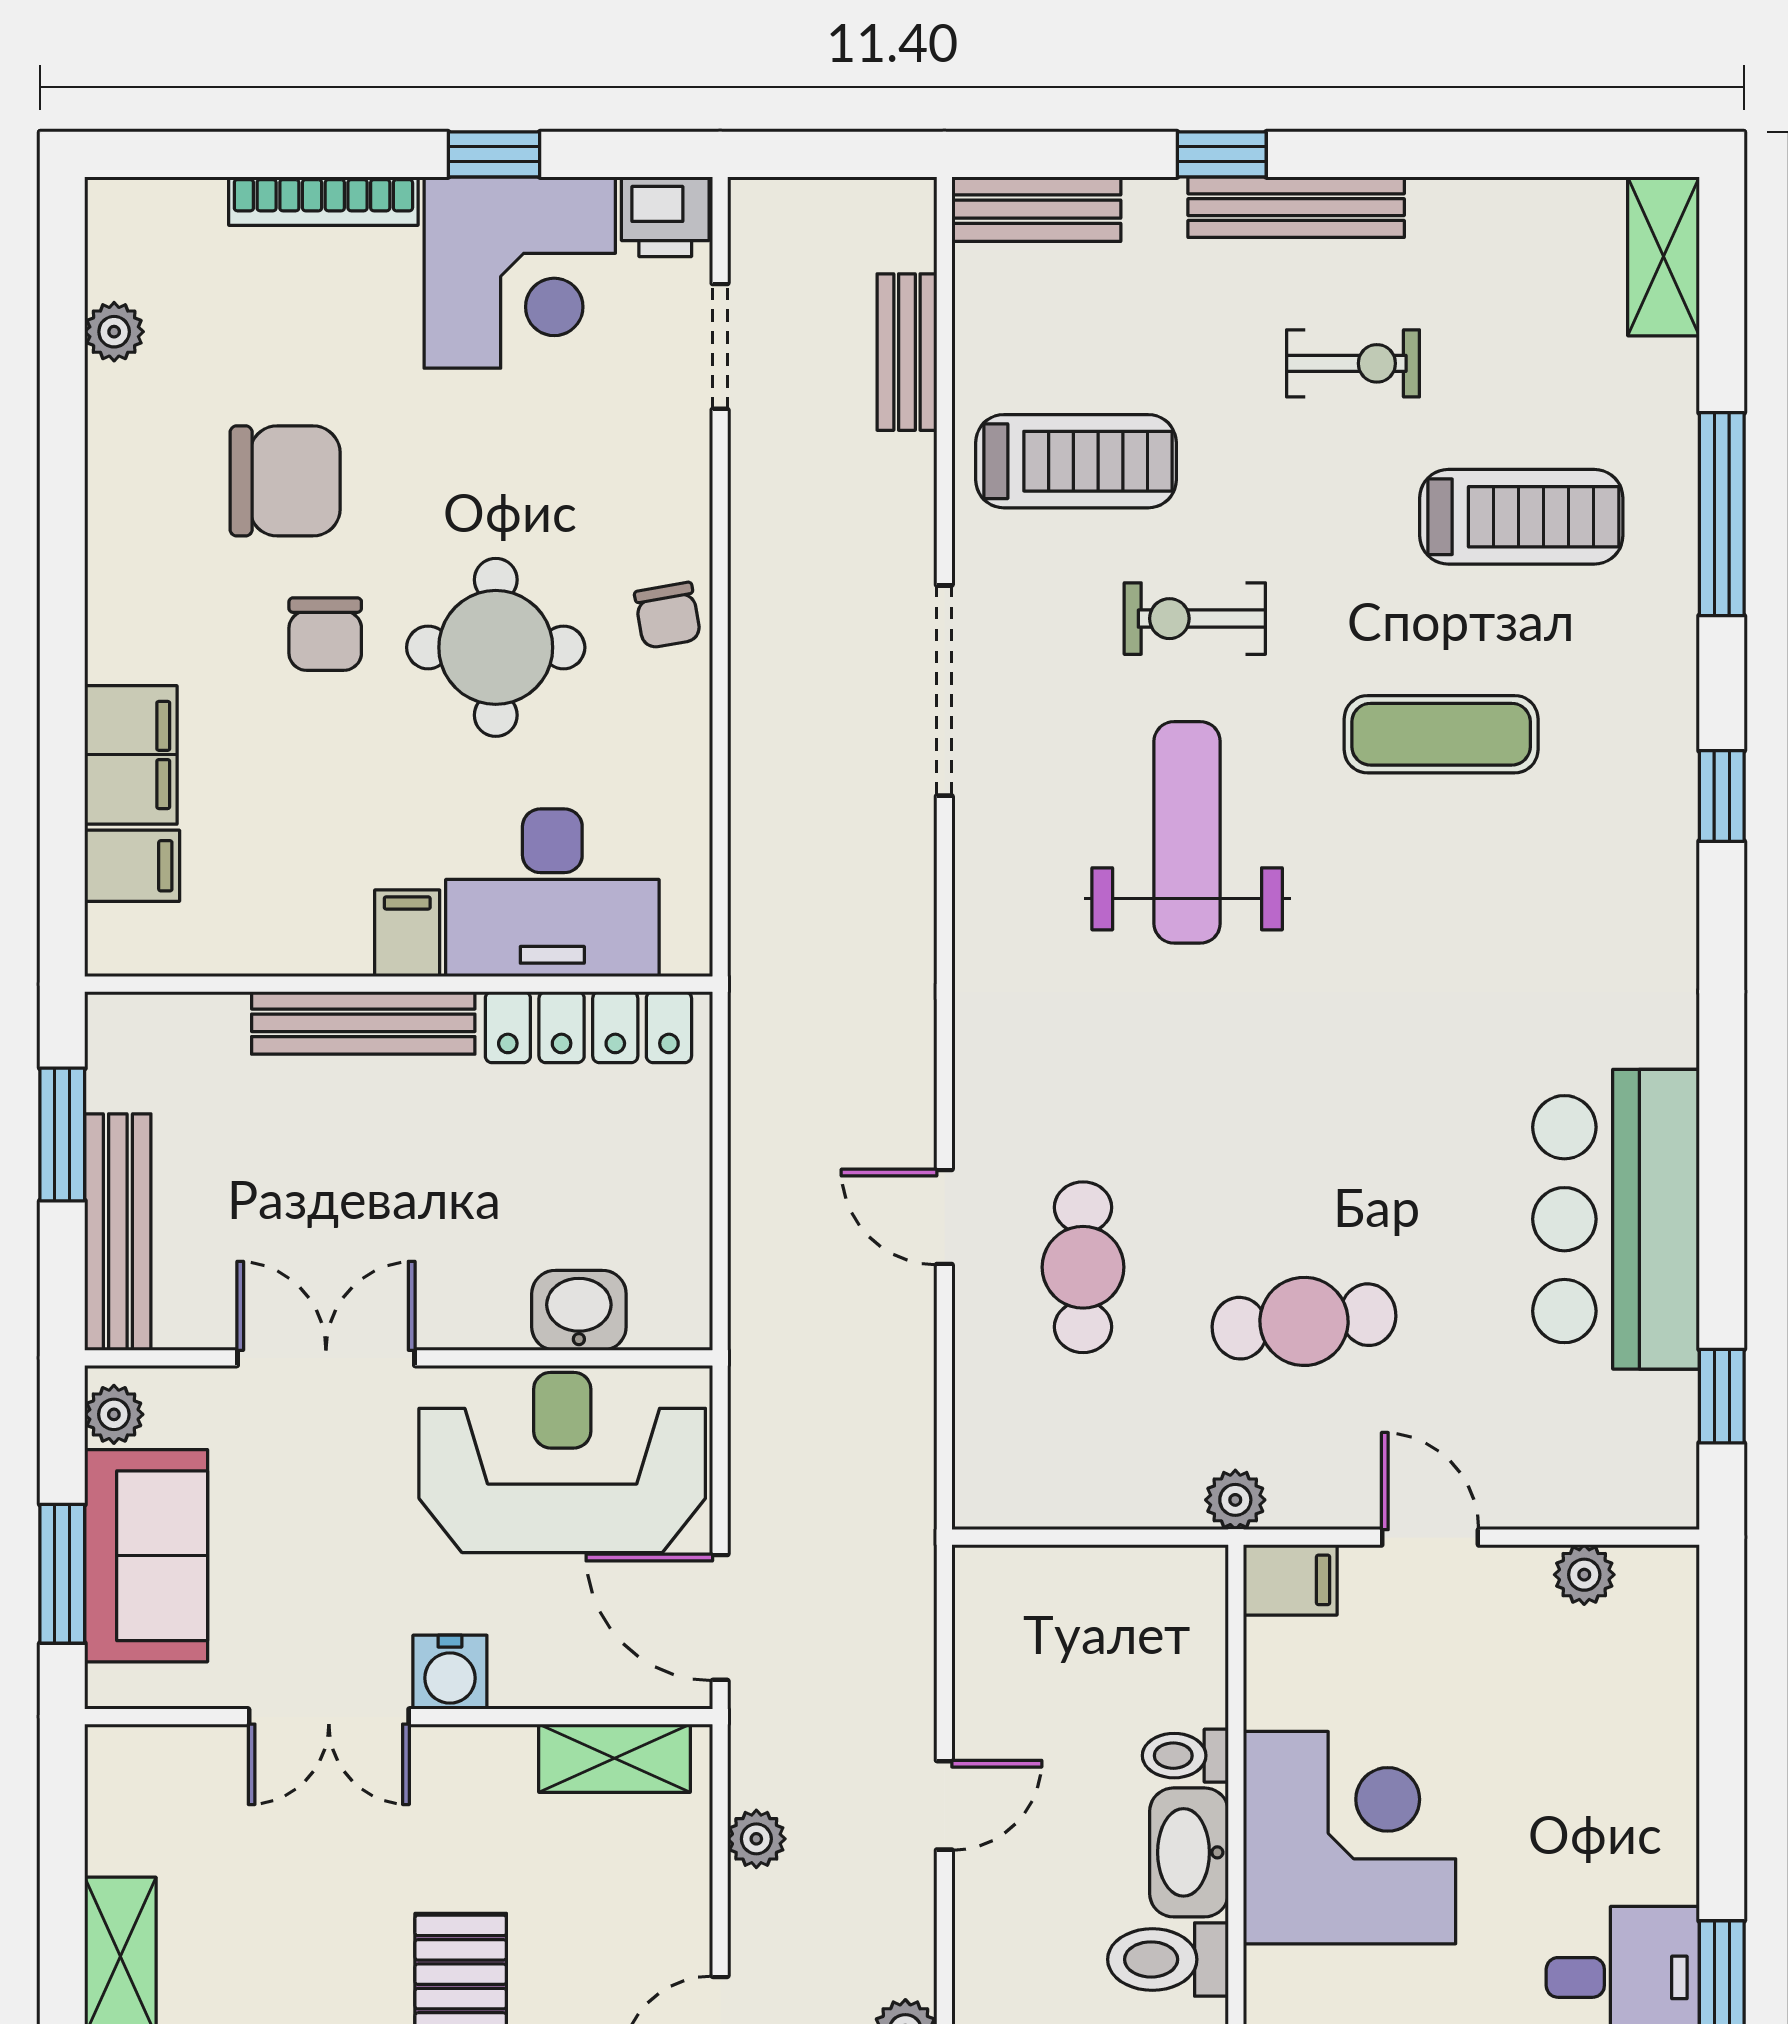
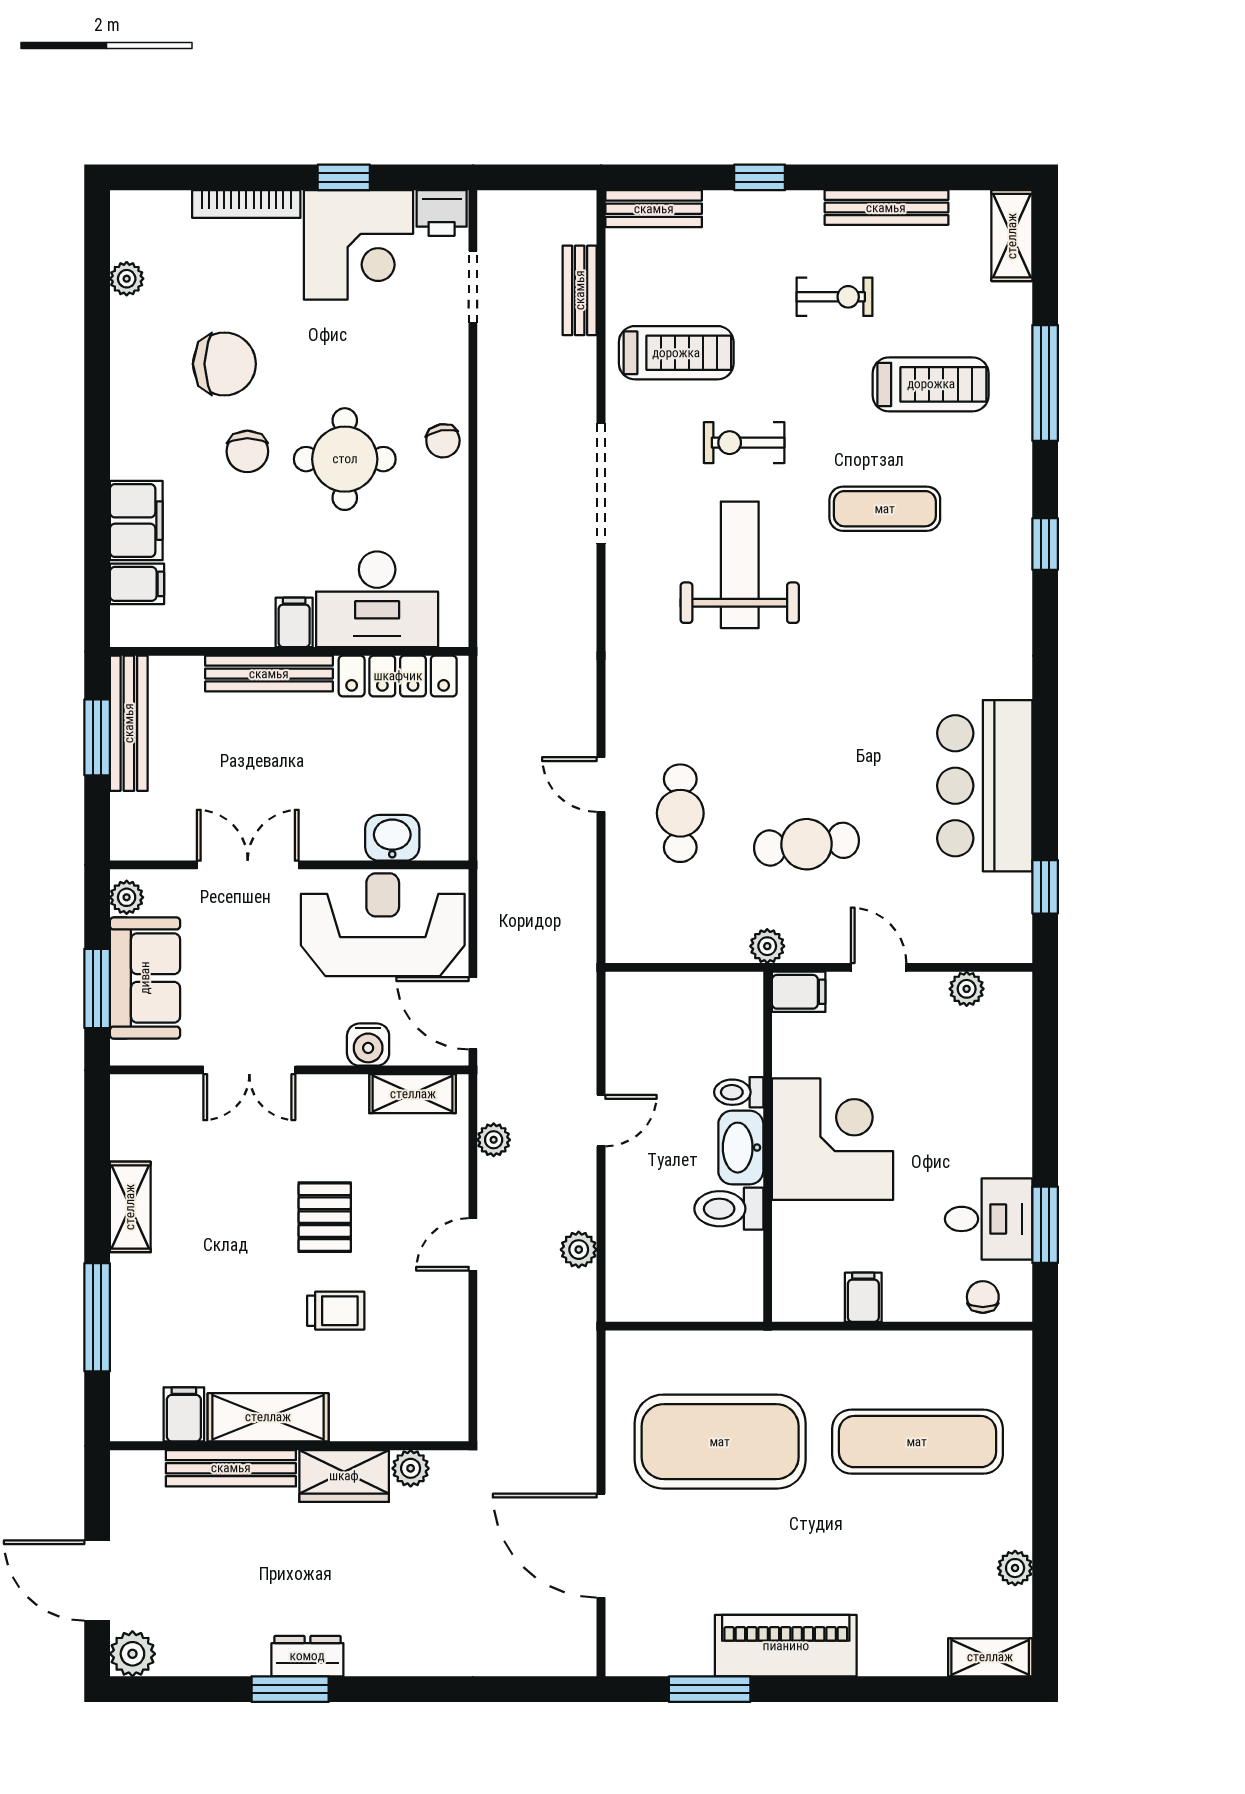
bench: (1296, 207) -> (886, 208), moved
bench: (118, 1232) -> (129, 723), moved
water cooler: (450, 1672) -> (368, 1045), moved

